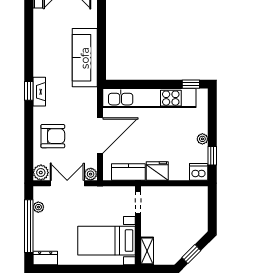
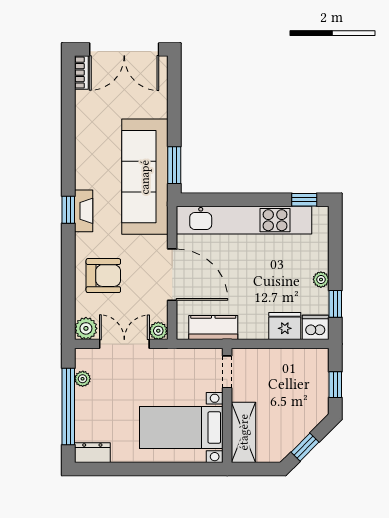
sofa: (85, 58) -> (145, 177), width x1.36, depth x1.27
window: (102, 60) -> (174, 165), added
door: (100, 136) -> (172, 275), hinge flipped
fridge: (157, 171) -> (285, 326), moved
window: (212, 211) -> (335, 385), added
shelving: (147, 251) -> (244, 432), width x1.50, depth x1.33

